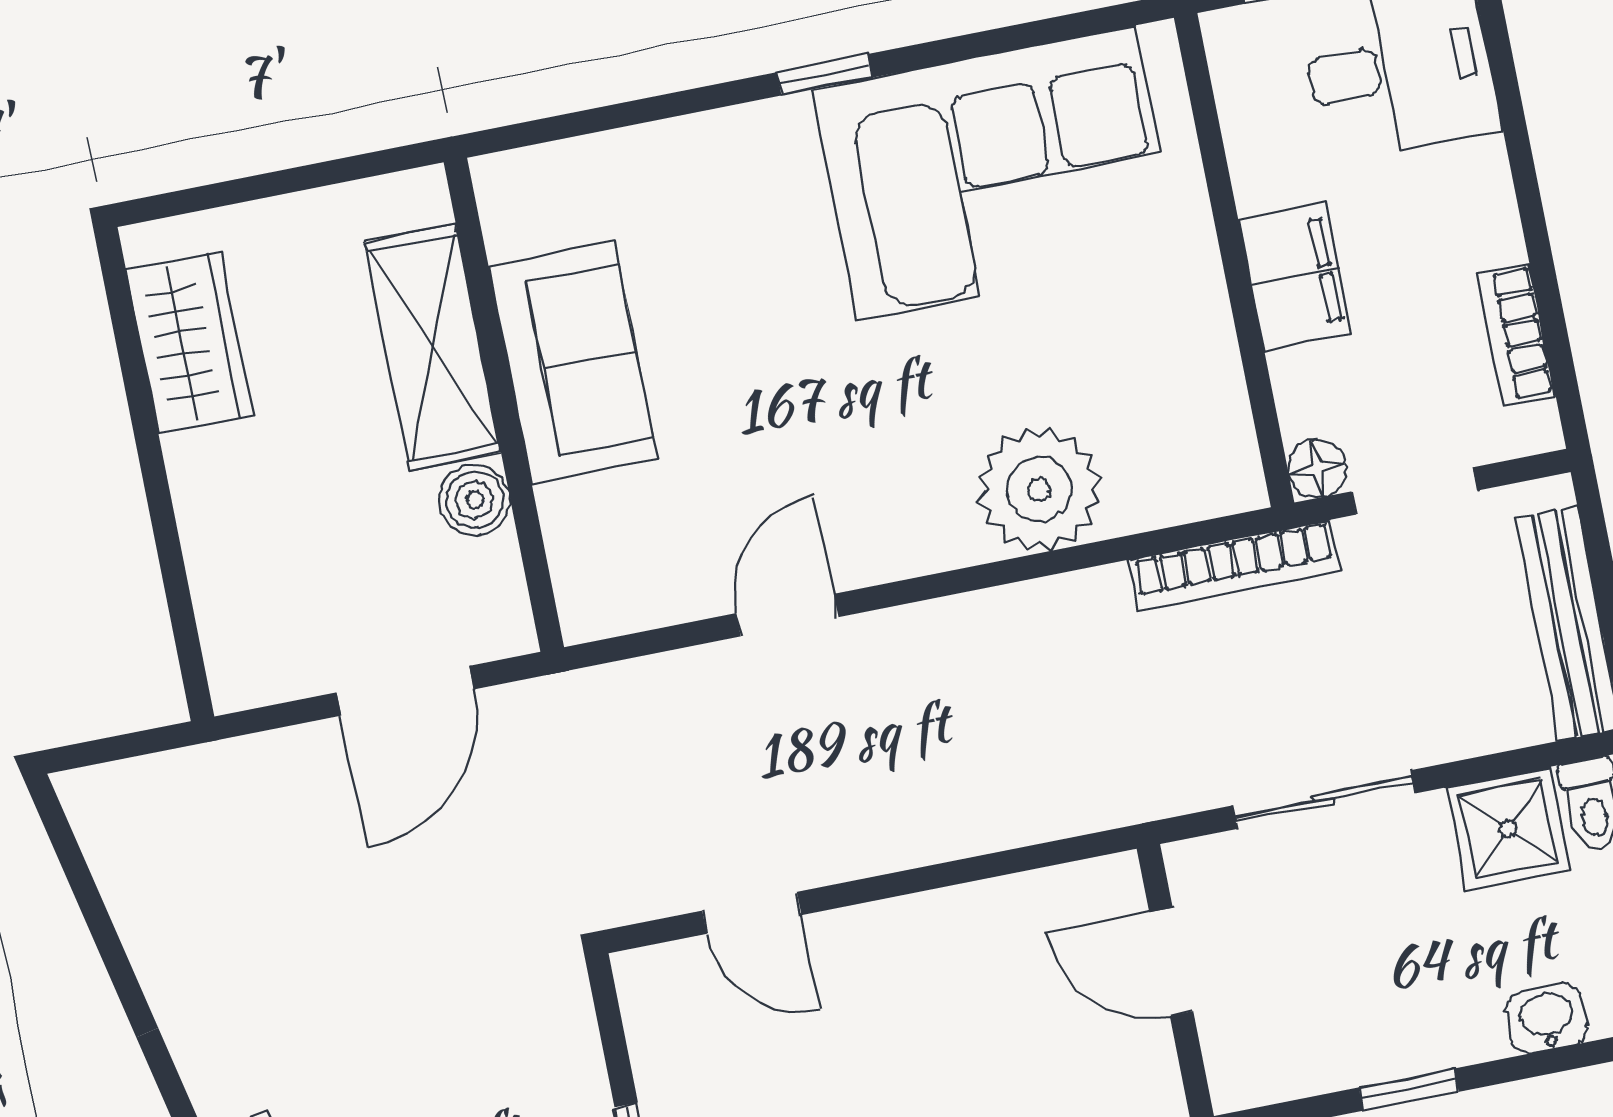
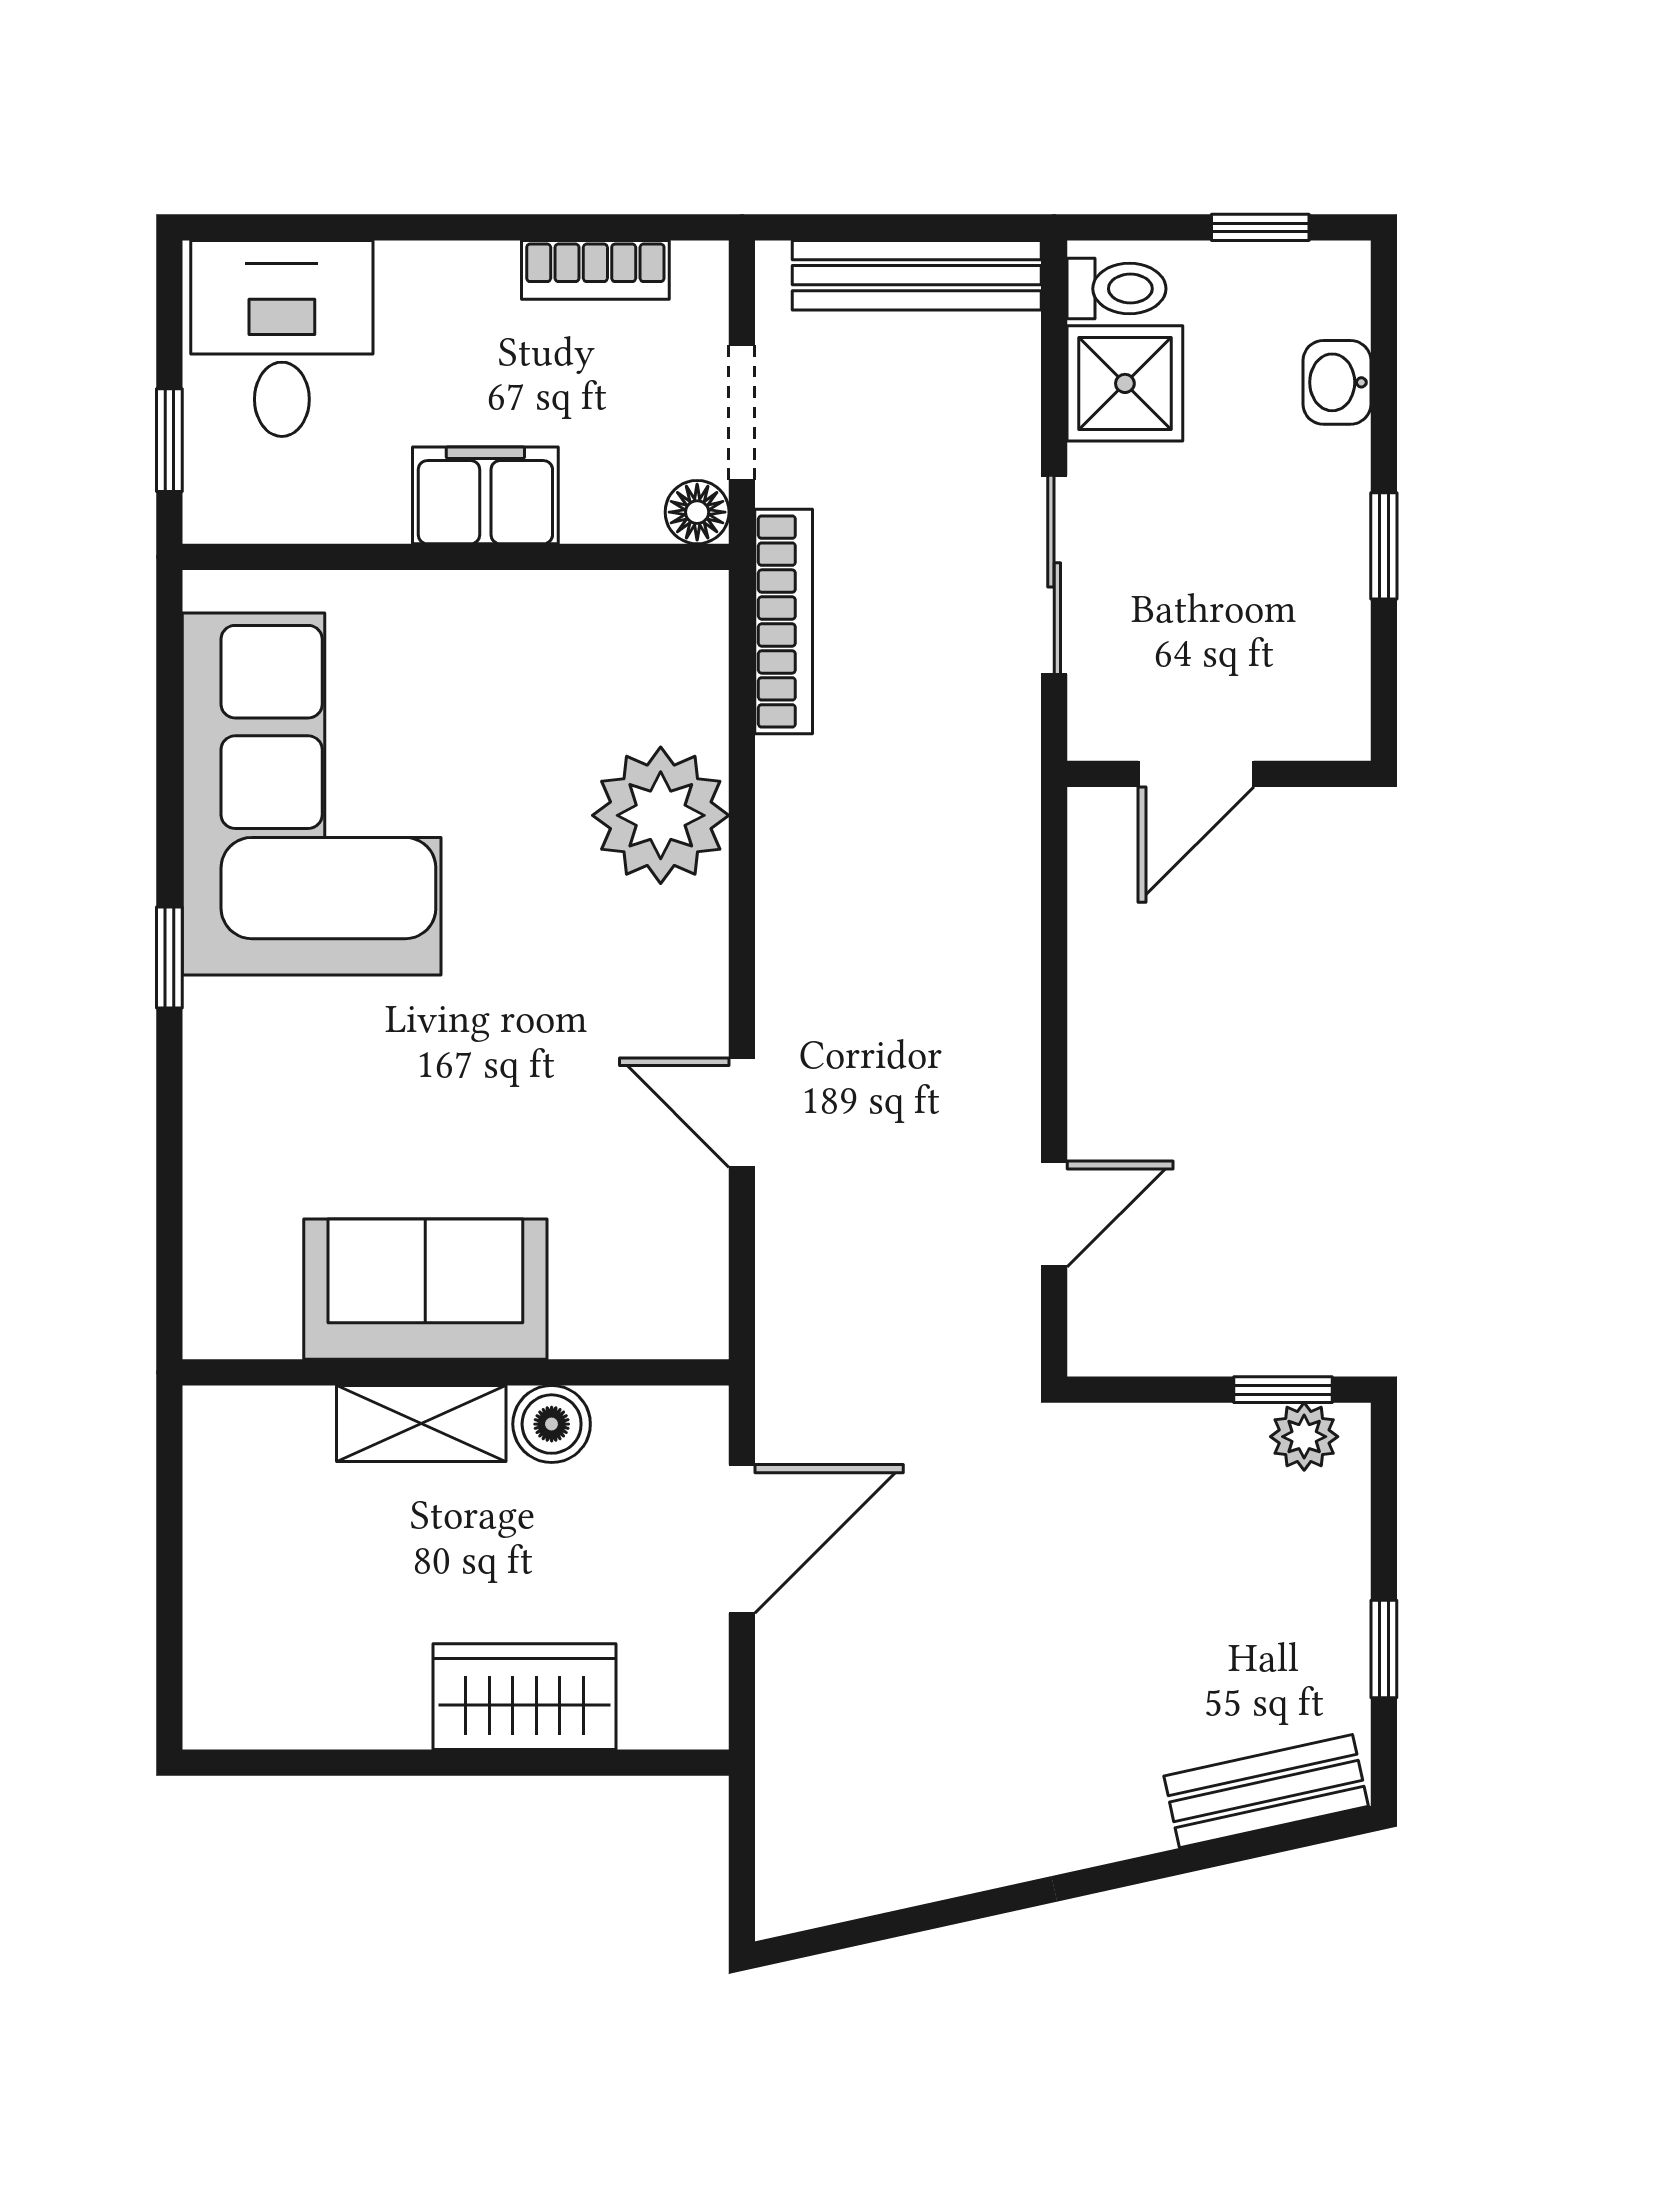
wardrobe: (189, 342) -> (524, 1697), moved
shelving: (433, 347) -> (421, 1423), width x0.67, depth x0.75
door: (405, 691) -> (742, 1539), hinge flipped

